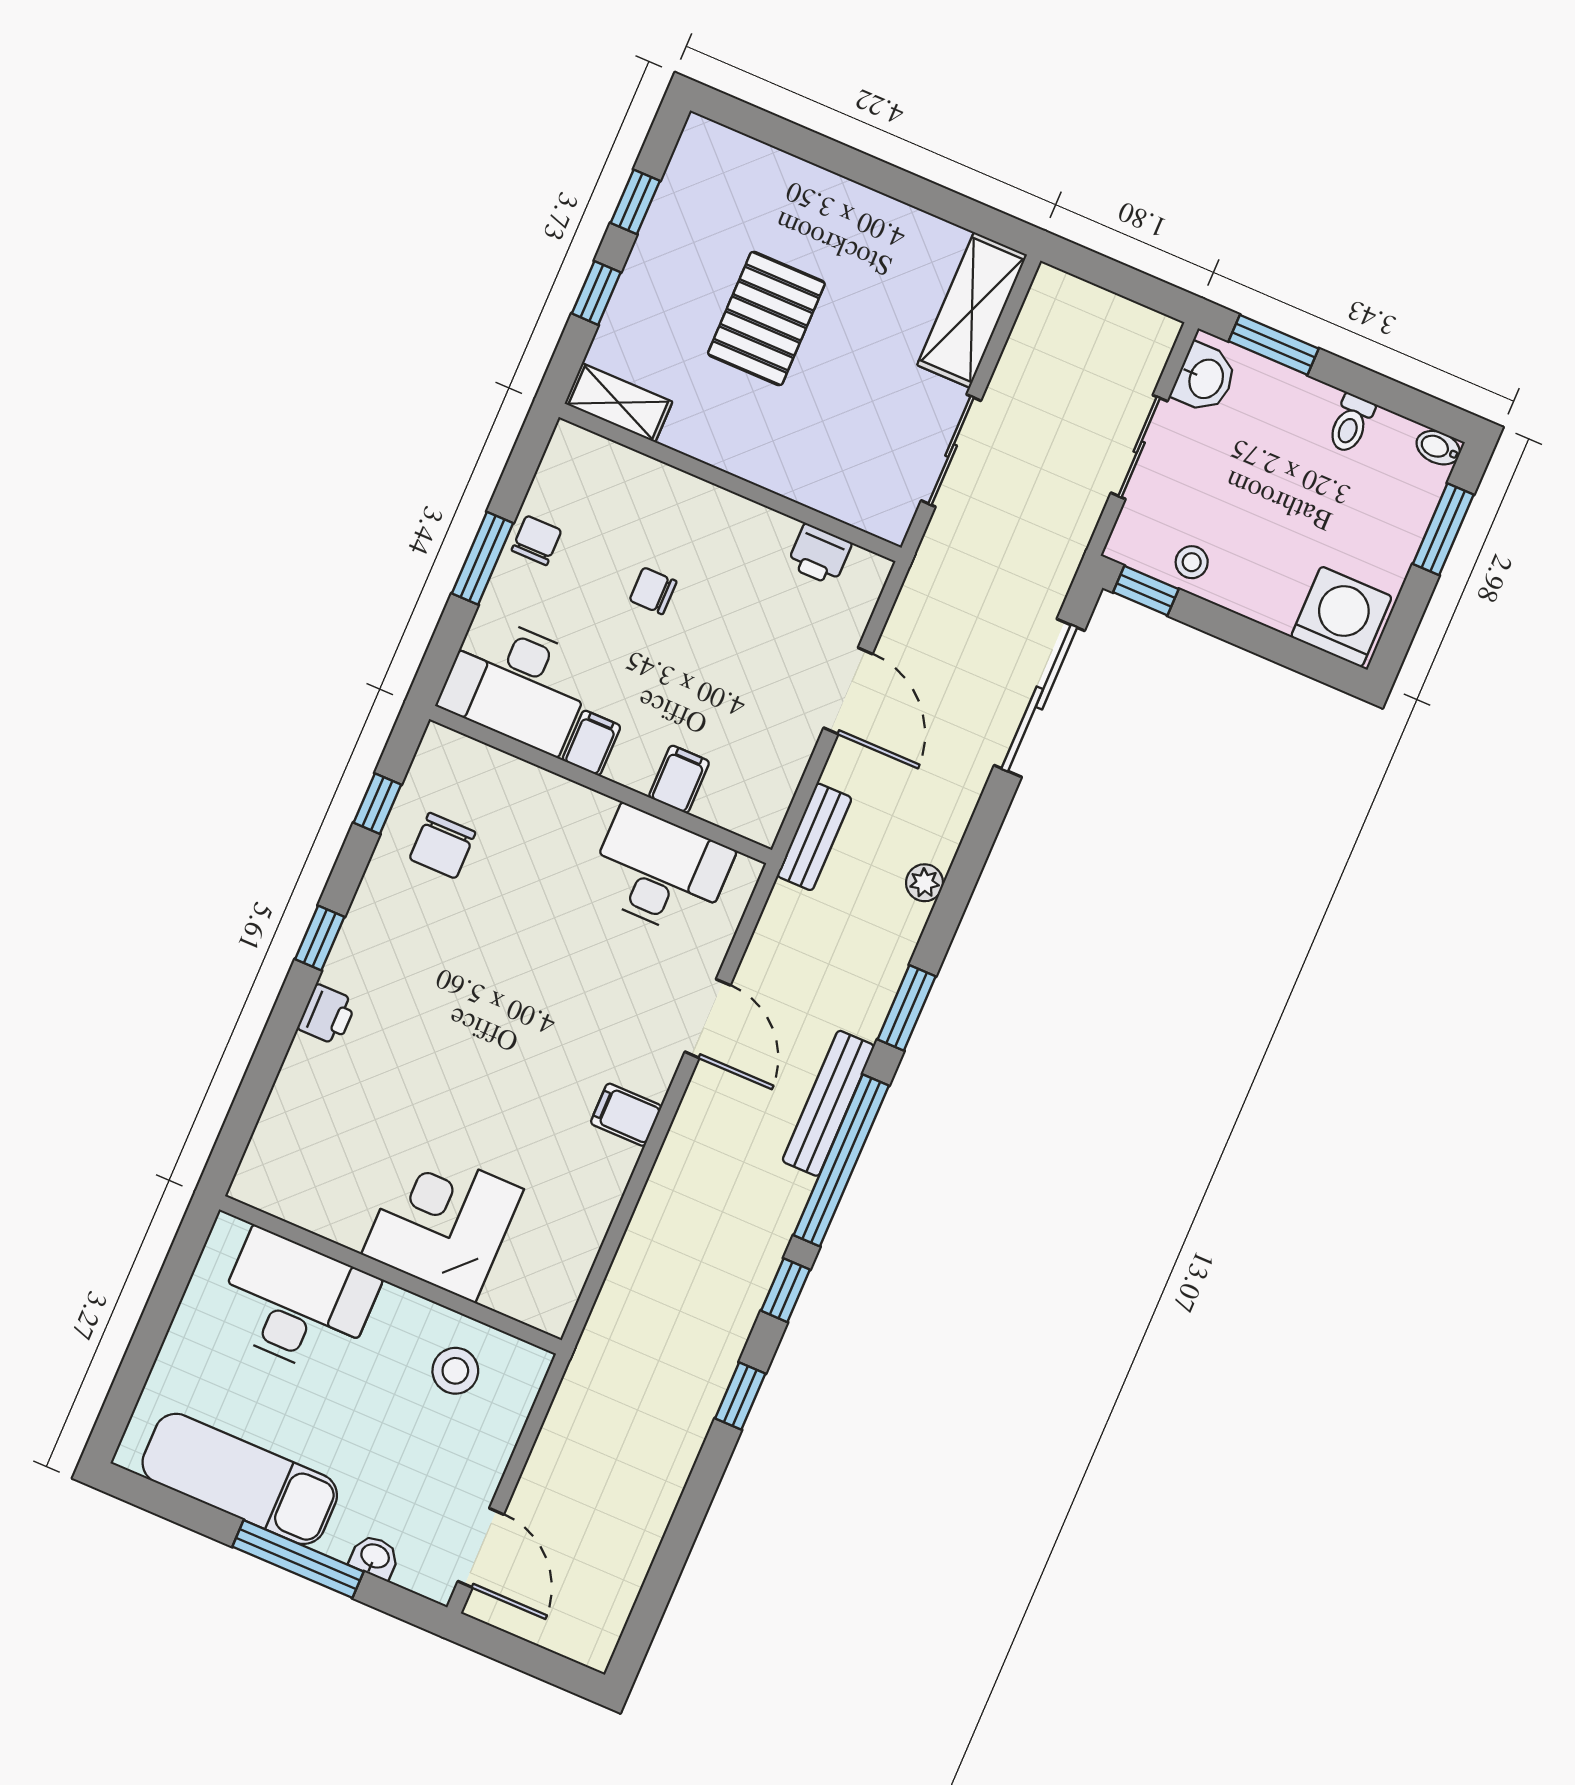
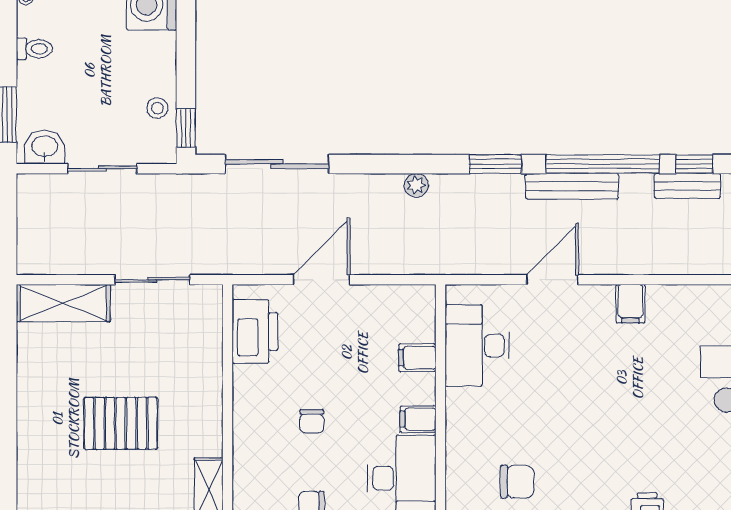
printer: (819, 554) -> (255, 332), width x1.87, depth x1.48
bench: (814, 837) -> (687, 186), moved

